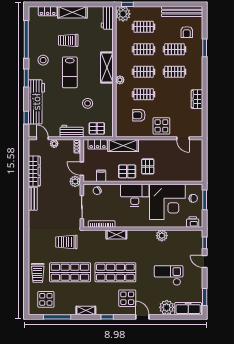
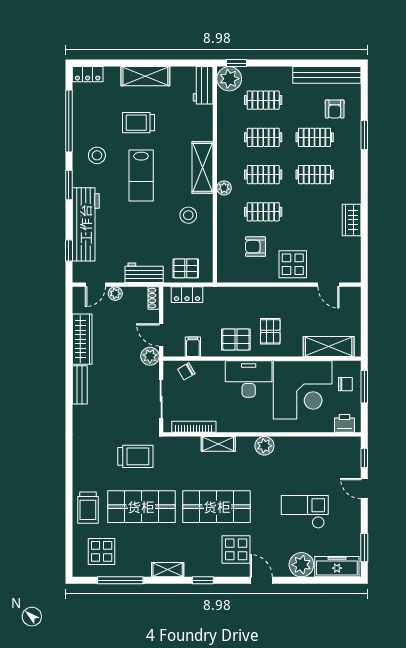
locker: (48, 11) -> (88, 74), moved
stool: (88, 103) -> (188, 215), moved
door: (42, 138) -> (95, 285), swing flipped
shelving: (123, 146) -> (329, 347), moved
plant: (162, 236) -> (264, 446), moved
trolley: (66, 242) -> (135, 456), turned 180

